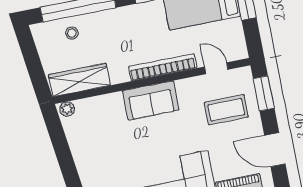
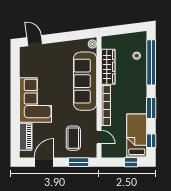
door: (216, 68) -> (99, 137), hinge flipped
wardrobe: (79, 80) -> (108, 67), moved
sofa: (151, 100) -> (85, 81), width x1.85, depth x1.27

